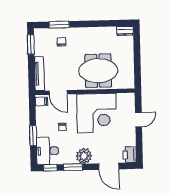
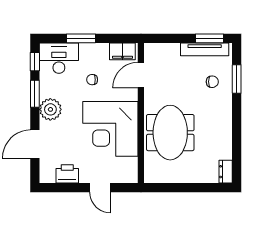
tv unit: (39, 74) -> (205, 49), moved
filing cabinet: (41, 101) -> (122, 51), width x2.00
printer: (130, 155) -> (67, 174), moved

